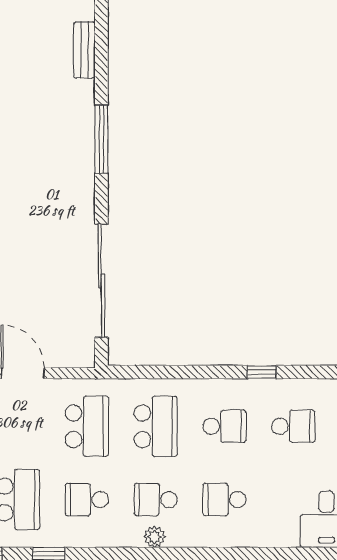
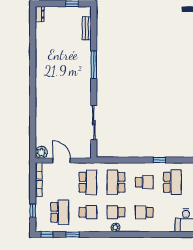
sliding door: (101, 281) -> (94, 123), width x0.73
school desk: (156, 426) -> (116, 182), turned 180
school desk: (293, 426) -> (172, 182), width x1.85
school desk: (87, 500) -> (88, 212), turned 180

